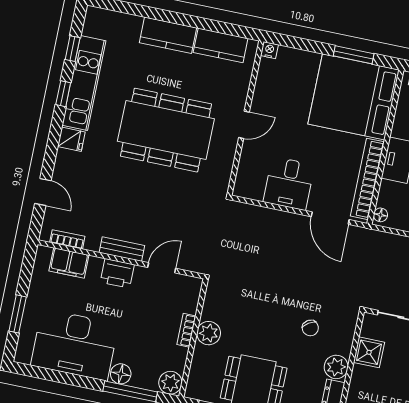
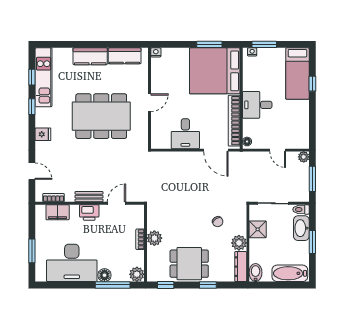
kitchen unit: (84, 83) -> (44, 77), moved

